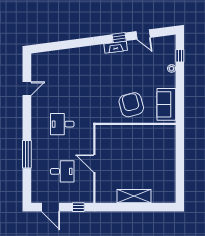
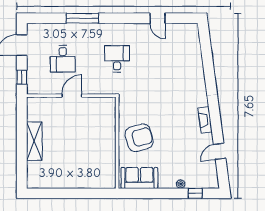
window: (119, 38) -> (216, 124), removed

